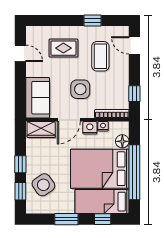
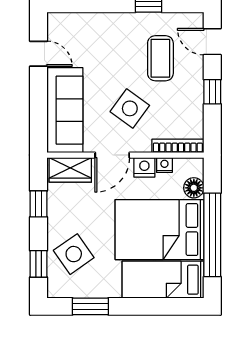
rug: (63, 48) -> (104, 46), removed
side table: (80, 89) -> (130, 108), turned 36
window: (134, 94) -> (212, 92), moved
sofa: (38, 98) -> (65, 110), width x1.36
window: (20, 164) -> (39, 204), moved
window: (66, 219) -> (90, 306), moved
window: (103, 219) -> (164, 306), removed

